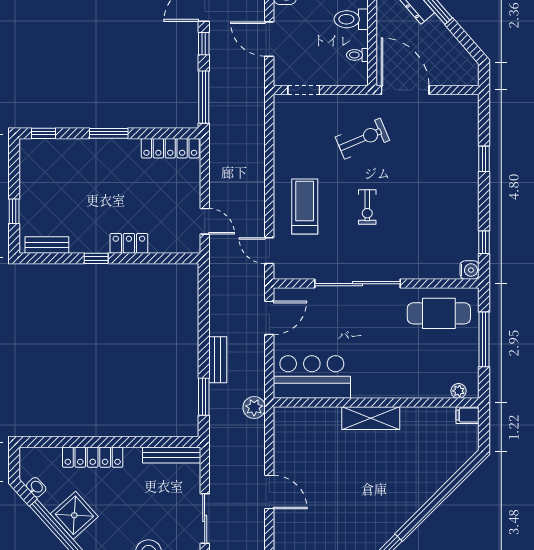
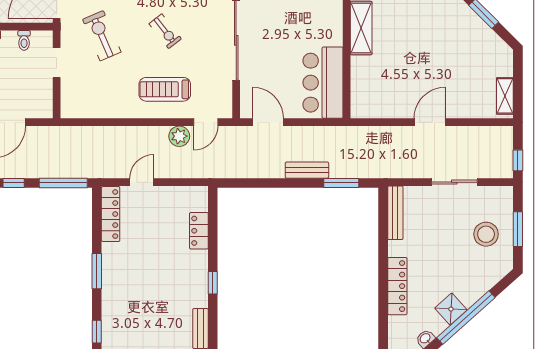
doorway: (304, 90) -> (57, 63), moved
exercise bike: (367, 207) -> (165, 31), turned 52
door: (205, 221) -> (142, 182), moved
locker: (129, 243) -> (199, 231), moved
plant: (254, 408) -> (179, 136), moved
shower: (74, 515) -> (451, 309), width x0.73, depth x0.73

